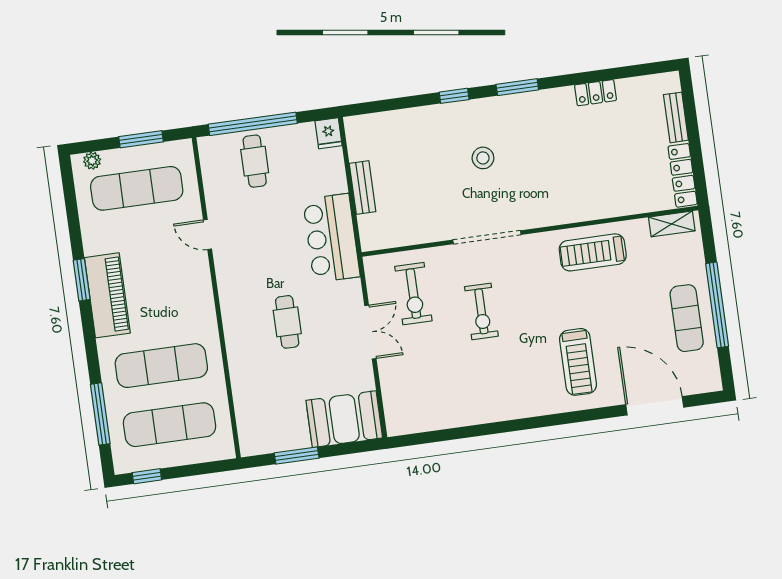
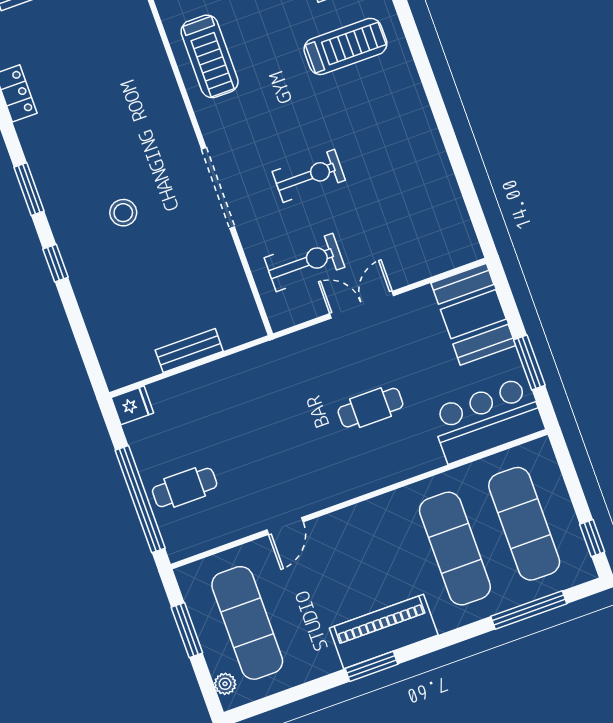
bar counter: (331, 238) -> (487, 420), moved, turned 180

